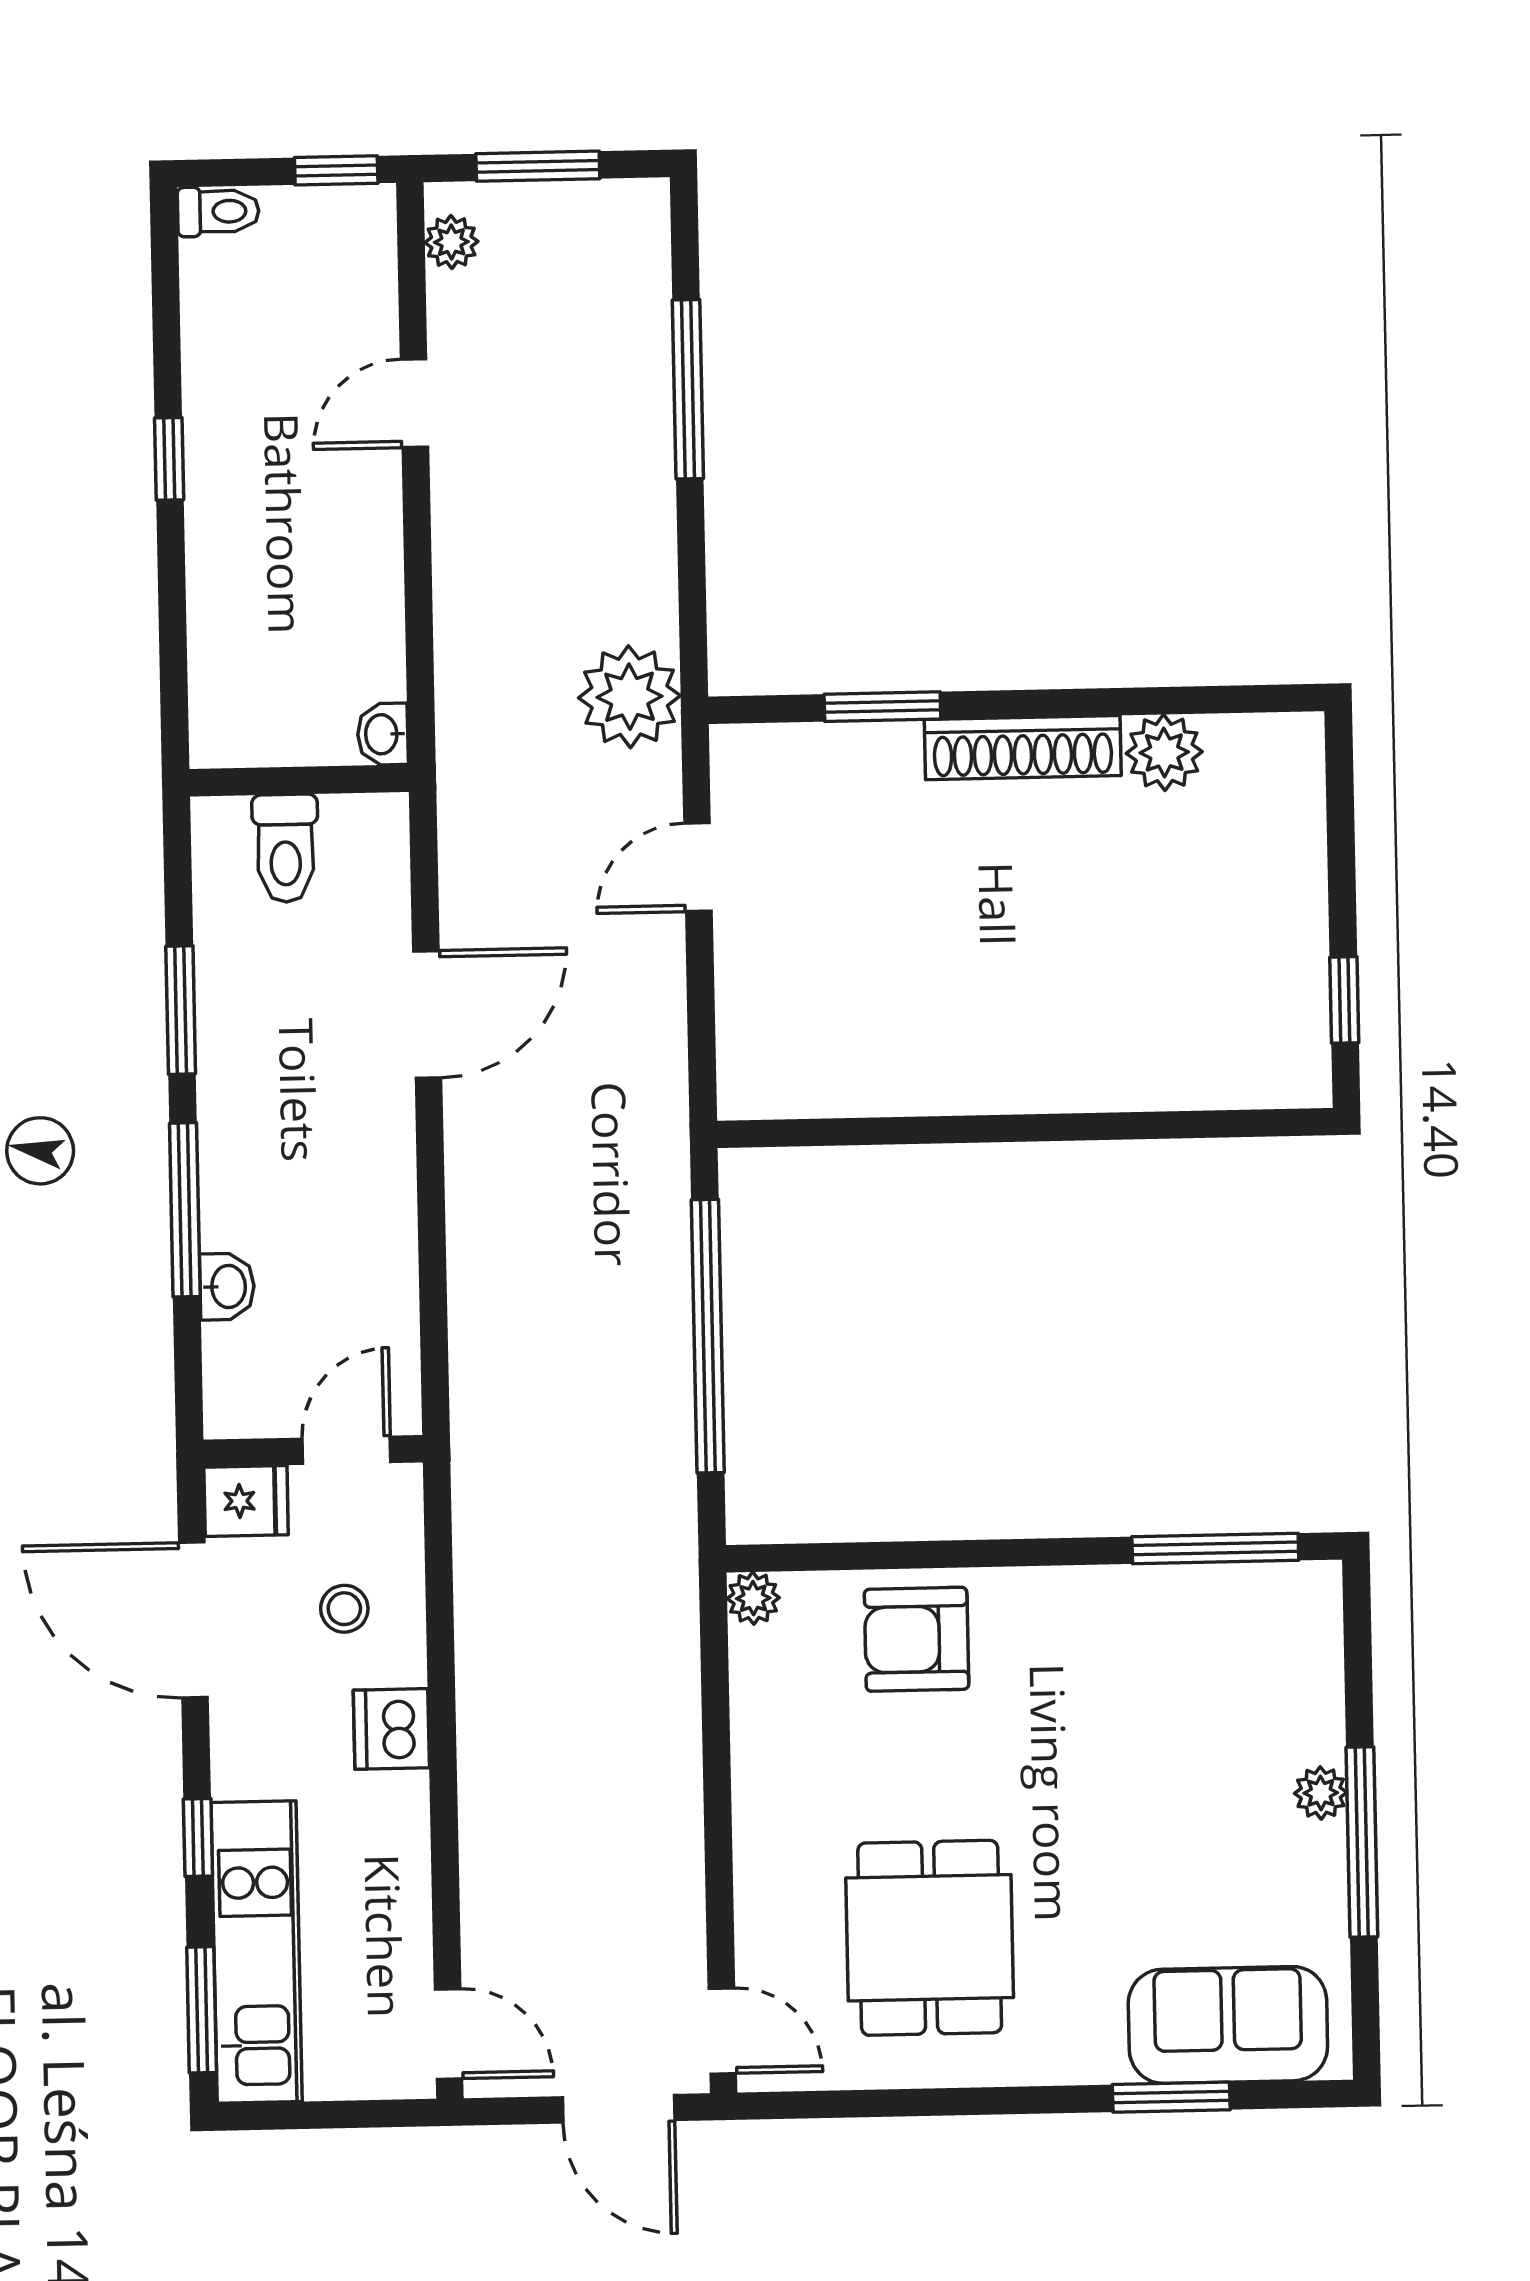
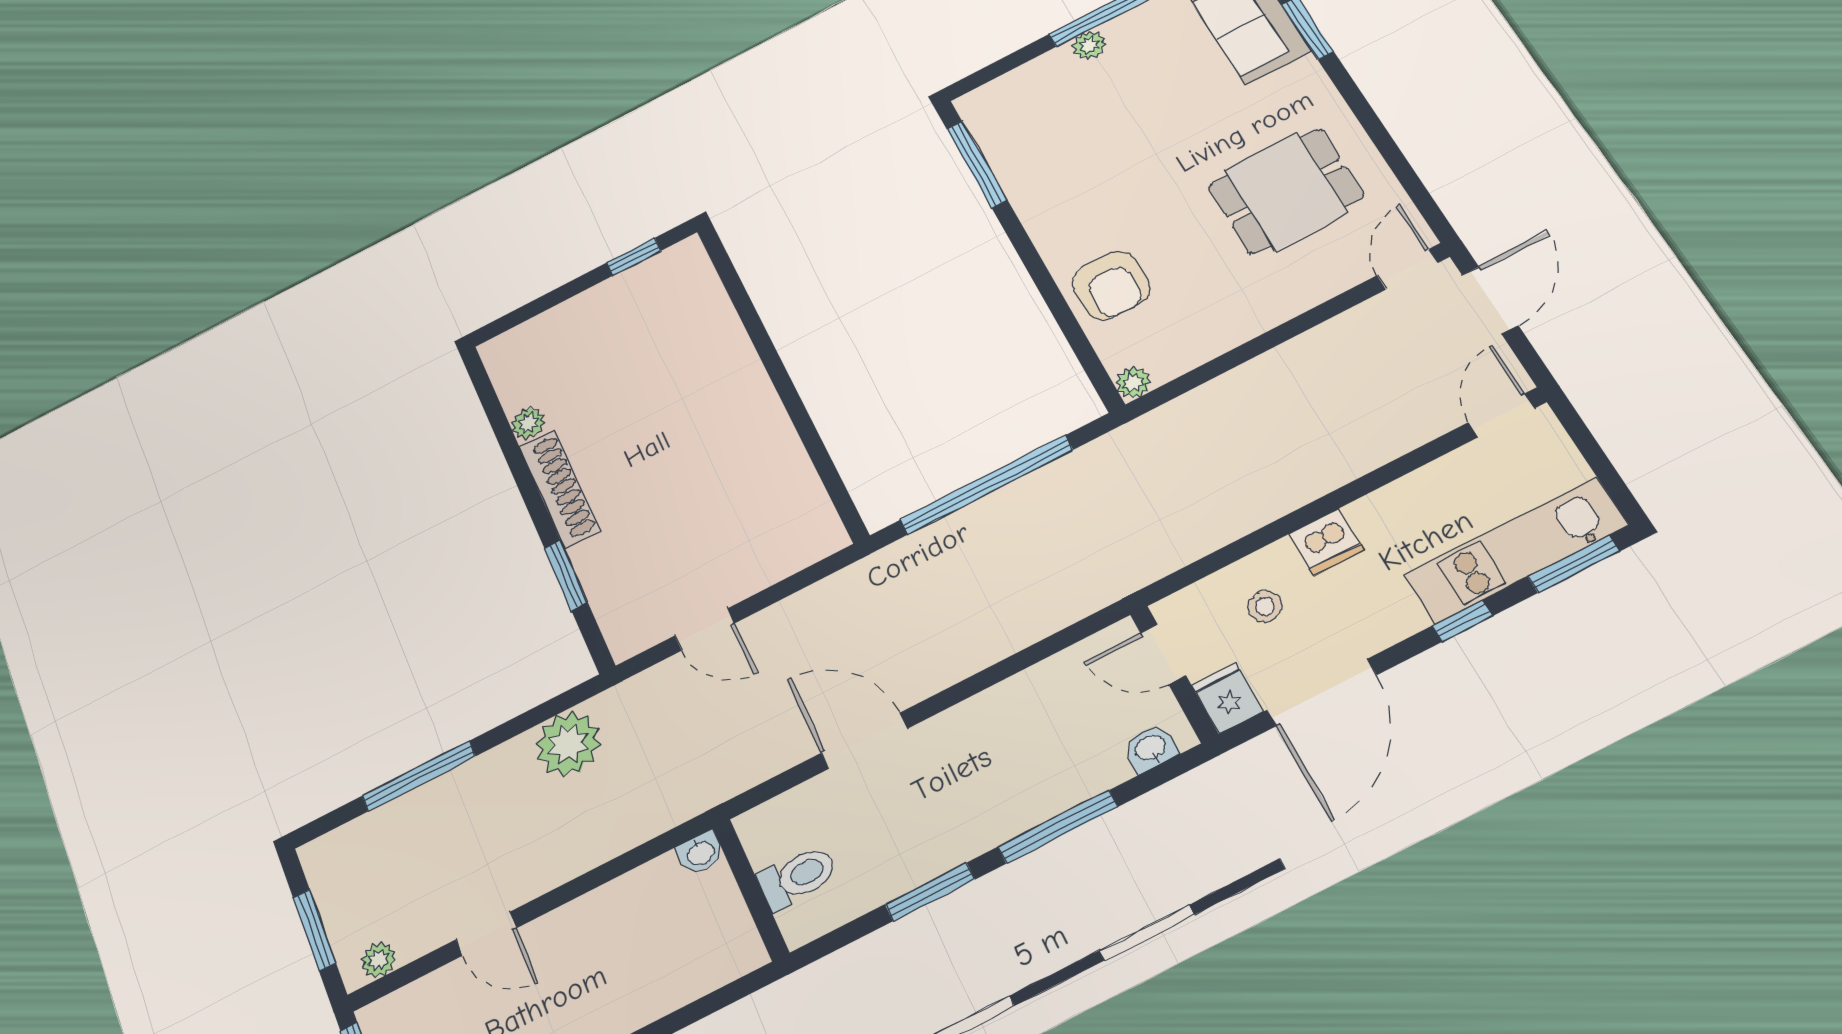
plant: (630, 697) -> (568, 744), moved
plant: (1164, 752) -> (528, 423), width x0.73, depth x0.73
washbasin: (227, 1287) -> (1151, 748), moved

